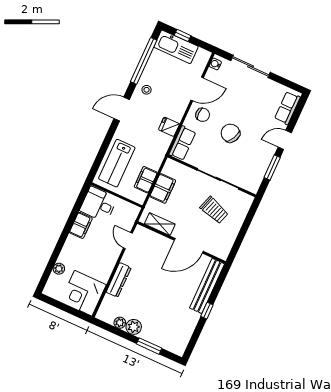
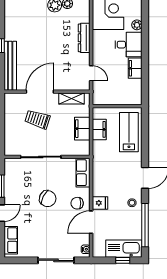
fridge: (169, 127) -> (100, 203), moved
desk: (98, 204) -> (129, 45), moved
trolley: (214, 210) -> (37, 119), moved

